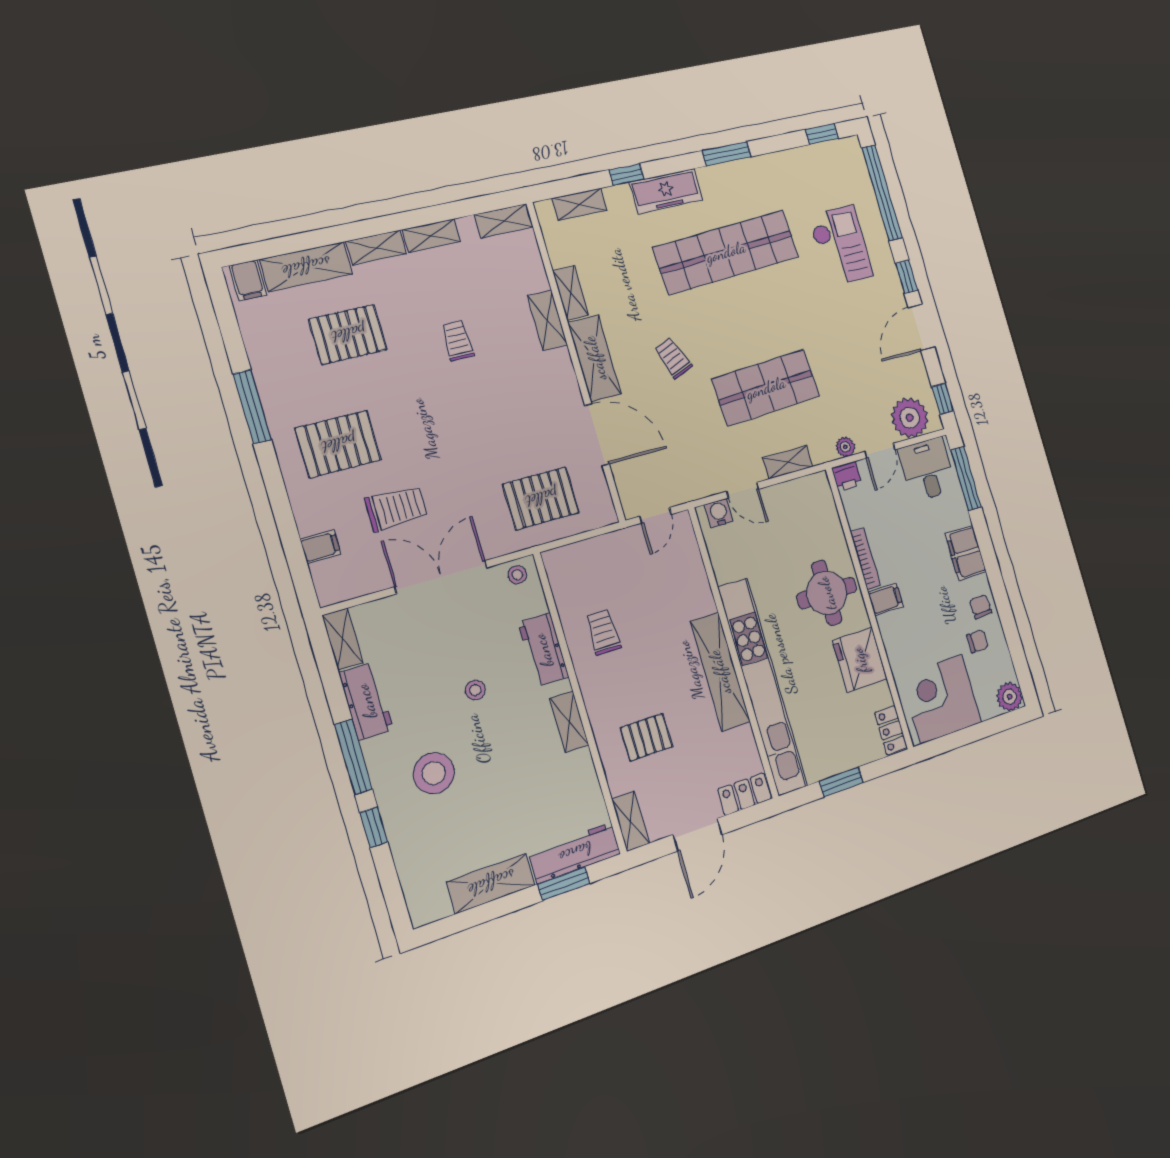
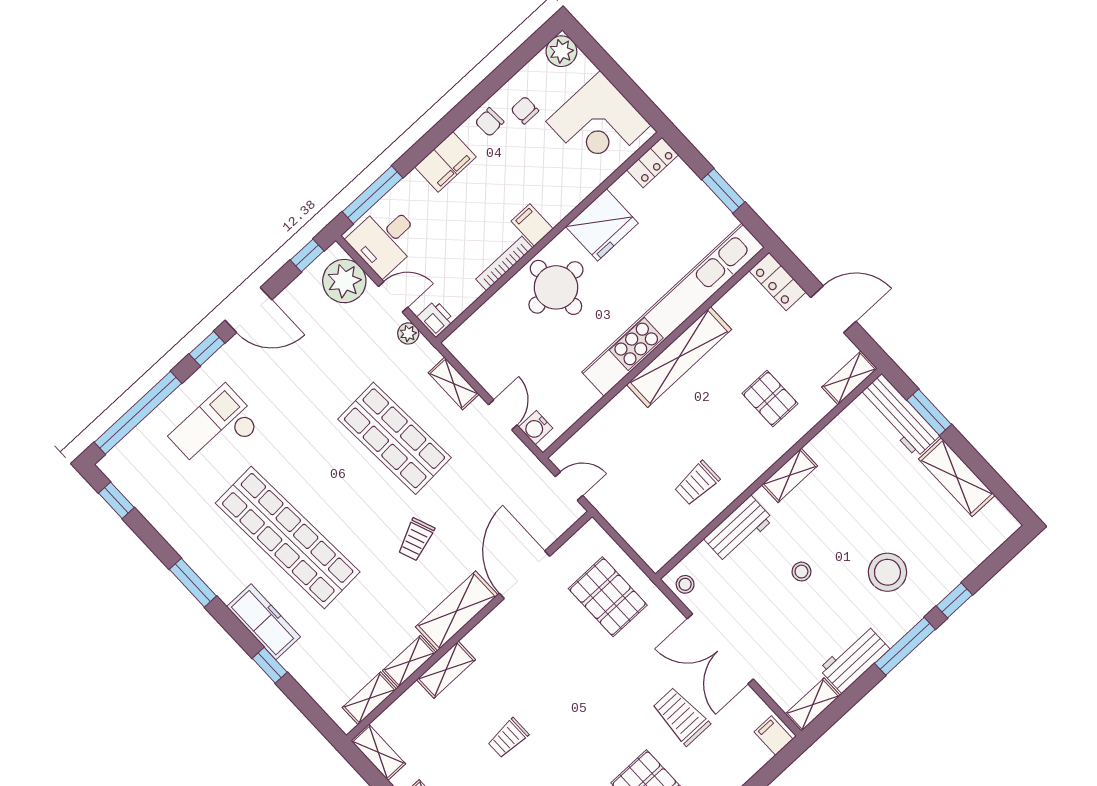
shelving: (579, 204) -> (369, 698), moved, turned 90
filing cabinet: (320, 547) -> (774, 736), moved

